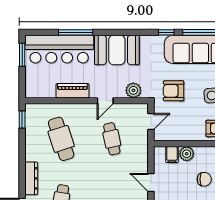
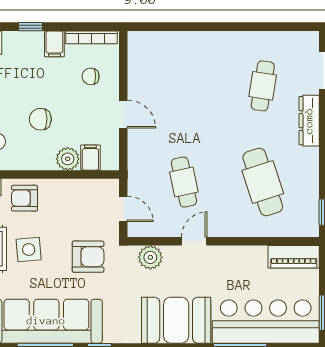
piano: (72, 91) -> (294, 257), moved
door: (151, 122) -> (123, 209), swing flipped

